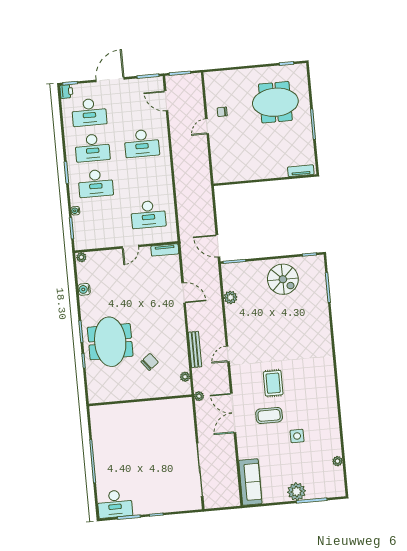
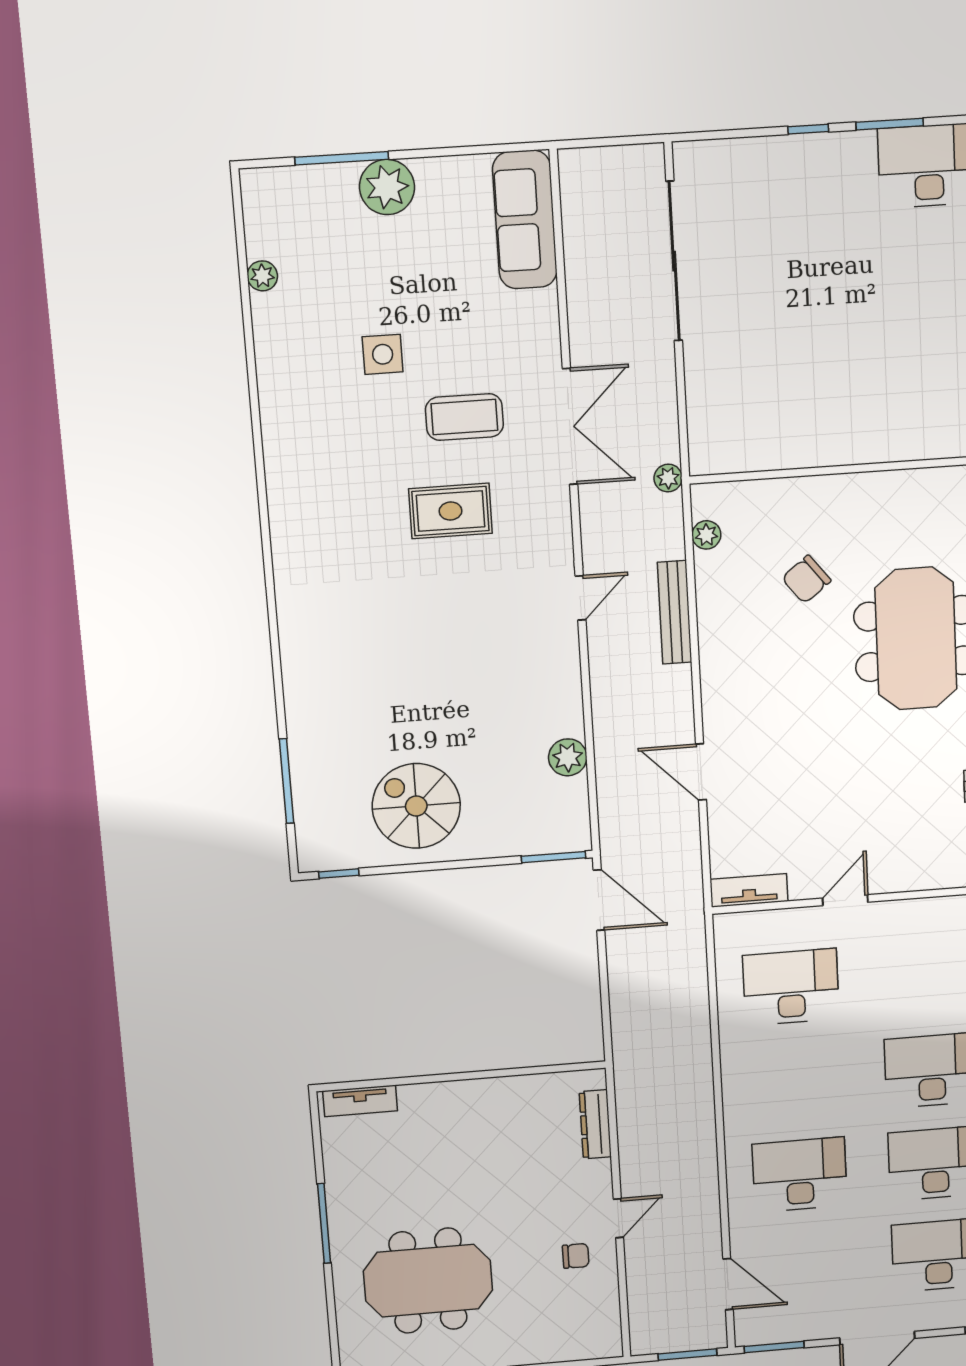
dresser: (217, 162) -> (595, 1124), added
rug: (273, 383) -> (450, 511), turned 90

